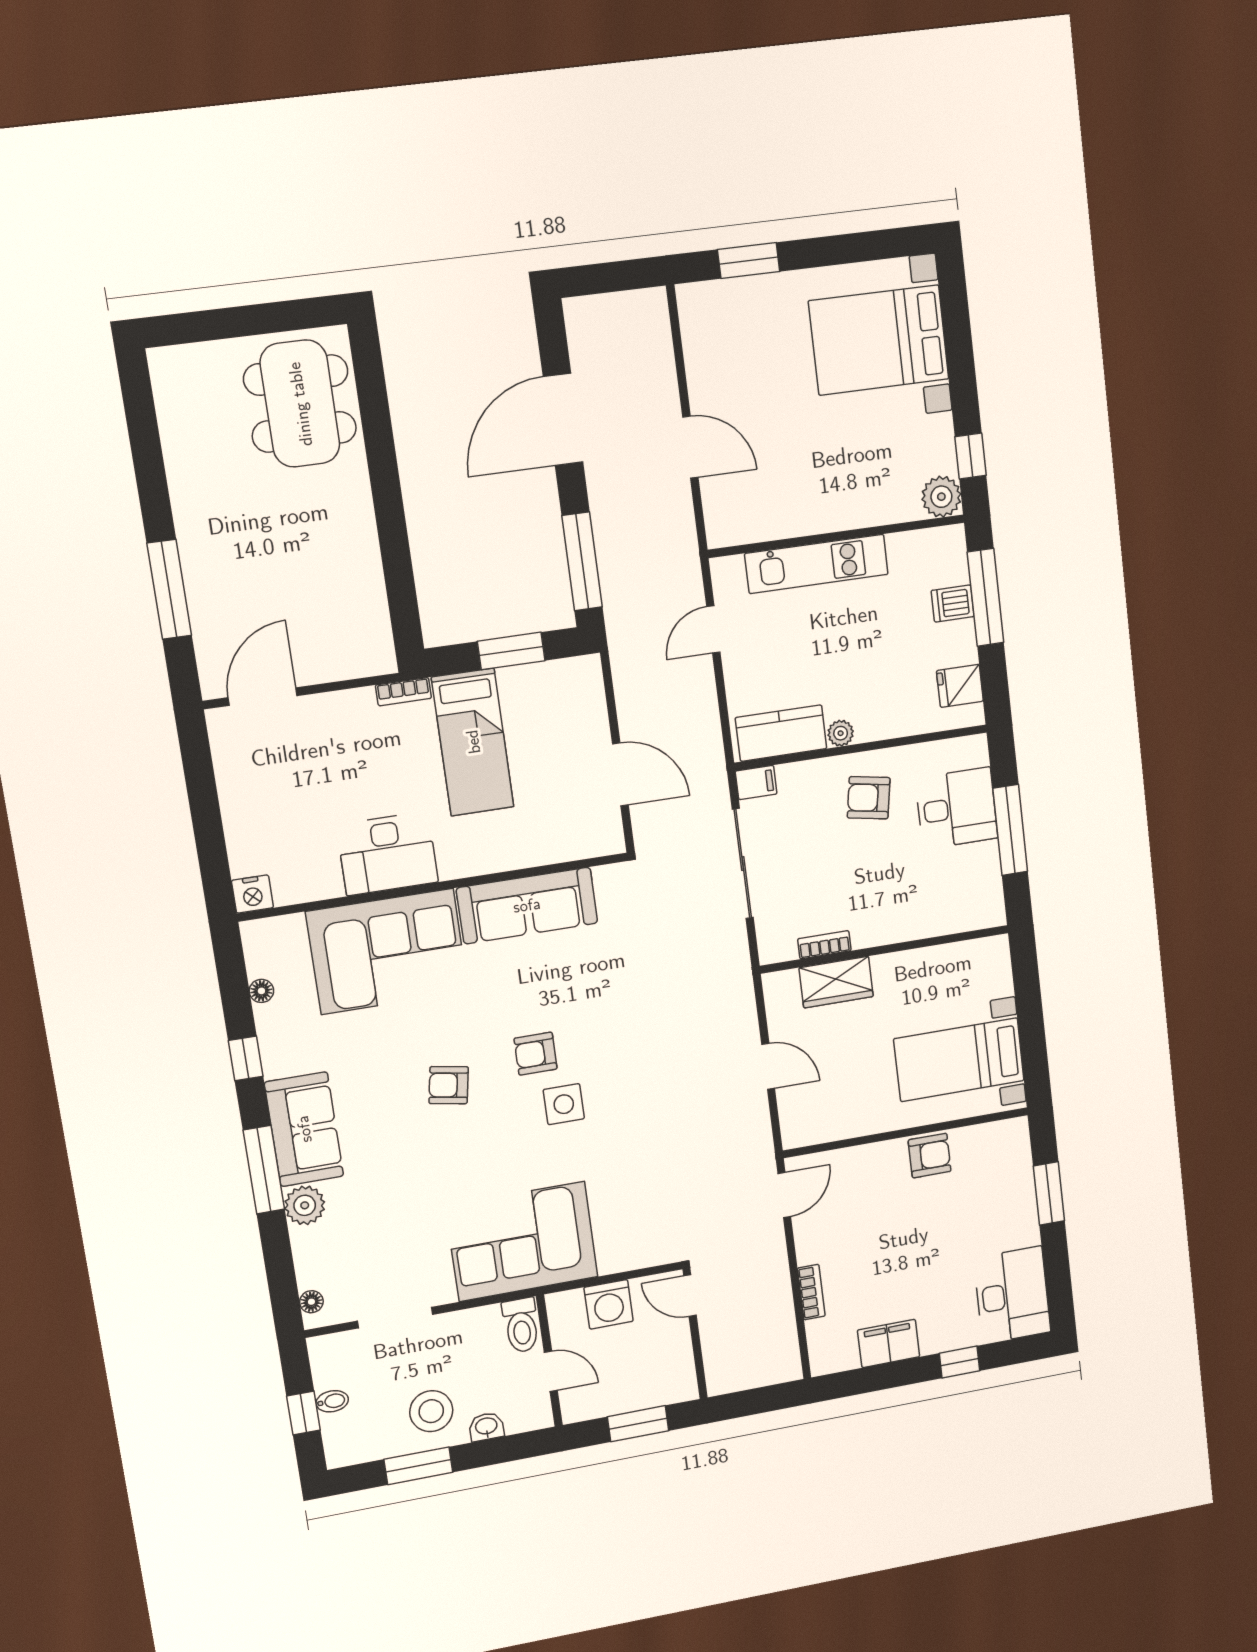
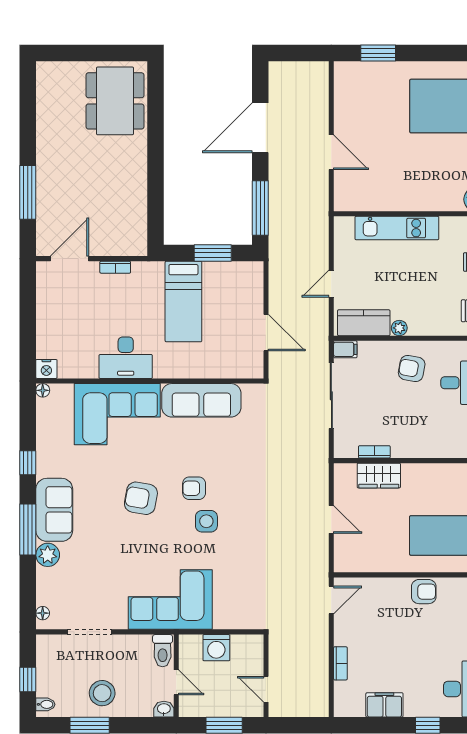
door: (713, 629) -> (331, 284), moved
bookcase: (403, 692) -> (115, 267), moved
floor lamp: (261, 991) -> (43, 390), moved
armchair: (449, 1085) -> (141, 498), width x1.38, depth x1.38
door: (690, 1296) -> (266, 689), moved
bidet: (332, 1401) -> (45, 704), moved
washbasin: (486, 1427) -> (164, 709), moved

